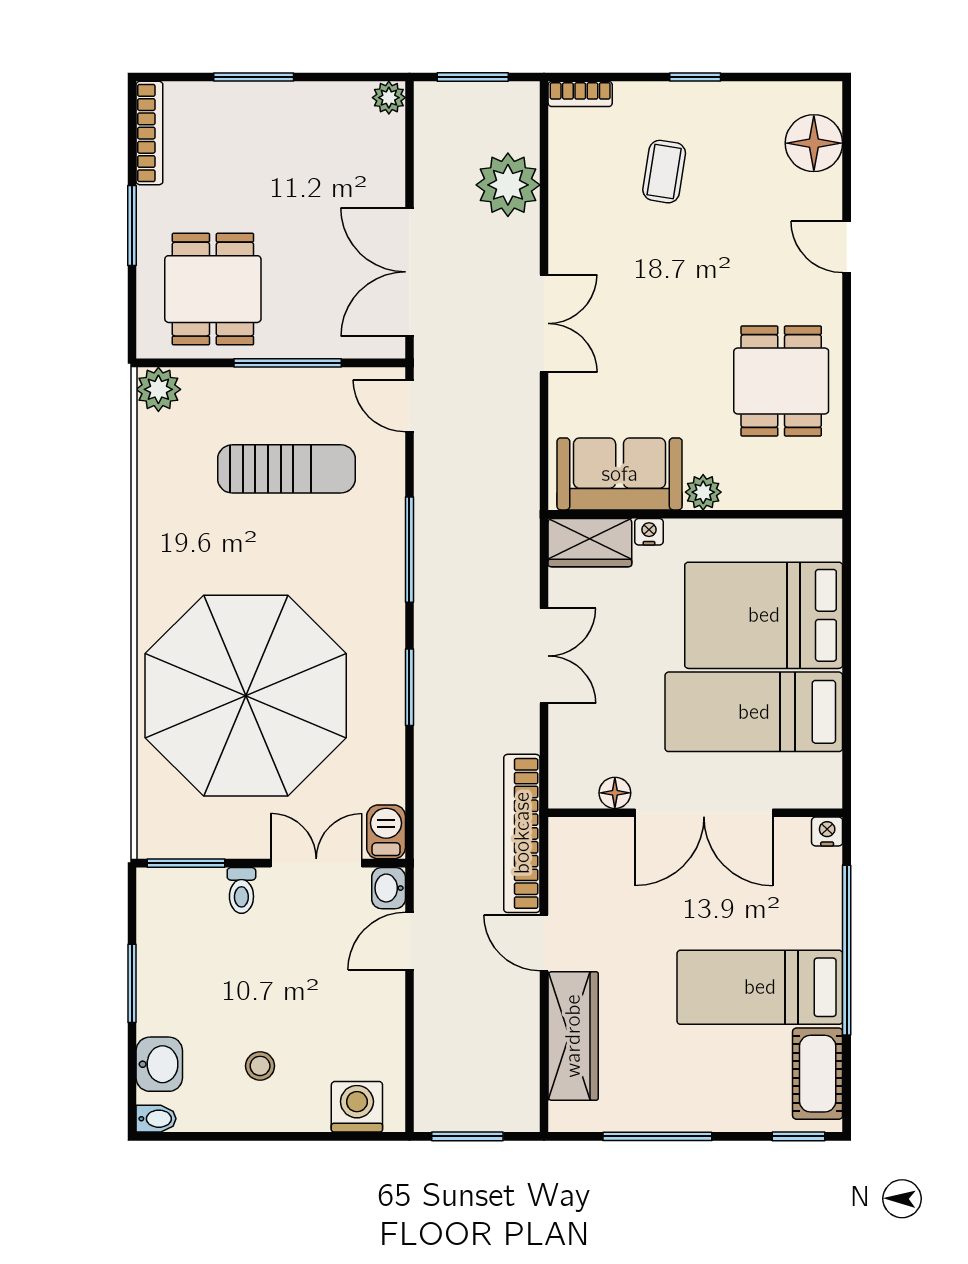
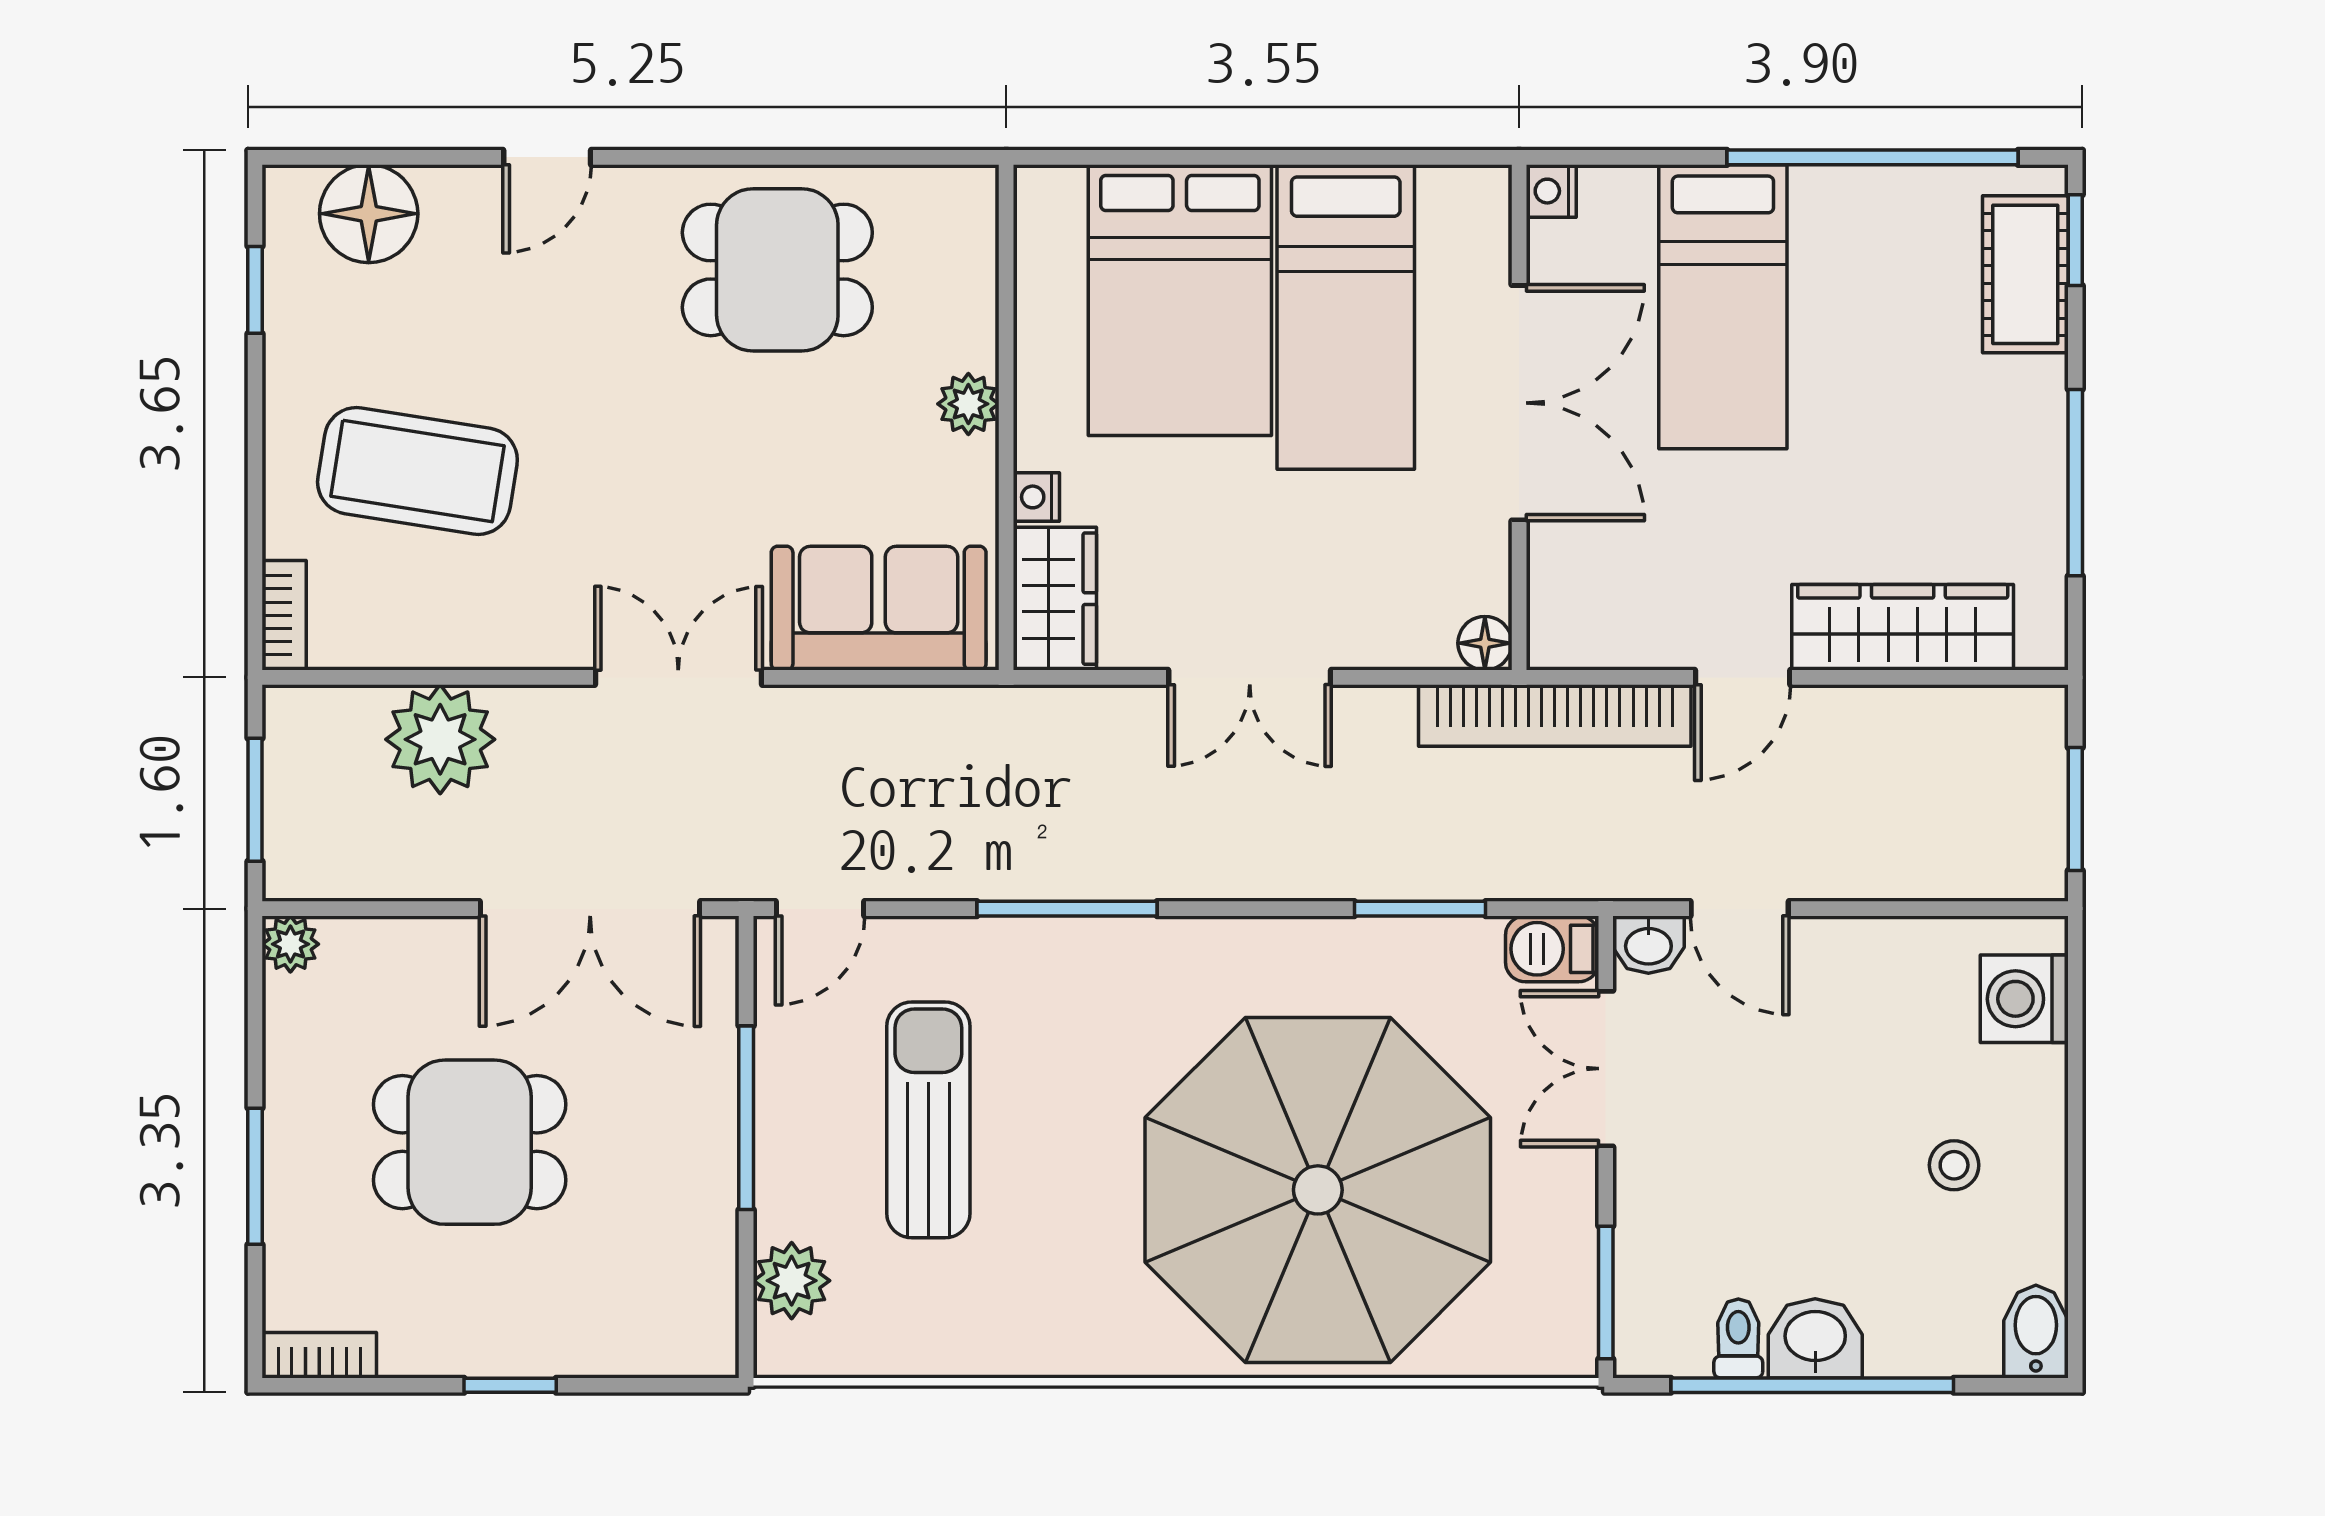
window: (695, 77) -> (255, 290), moved
bookcase: (149, 133) -> (319, 1355), width x0.64
coffee table: (664, 172) -> (417, 471), width x1.86, depth x1.72
window: (132, 225) -> (510, 1385), width x0.67
dining table: (213, 289) -> (470, 1142), moved
plant: (158, 389) -> (792, 1281), moved
sofa: (620, 474) -> (879, 608), moved, turned 90
double door: (544, 656) -> (1250, 677), swing flipped
window: (409, 687) -> (1420, 909), moved
floor lamp: (615, 793) -> (1485, 643), moved
toilet: (241, 890) -> (1738, 1338), moved, turned -90
window: (847, 950) -> (1873, 157), moved
window: (132, 983) -> (1812, 1385), width x2.11
bed: (760, 987) -> (1723, 307), moved
washbasin: (159, 1064) -> (1815, 1338), moved
cot: (818, 1074) -> (2025, 274), moved, turned 90
bidet: (156, 1119) -> (2036, 1332), width x1.38, depth x1.36

